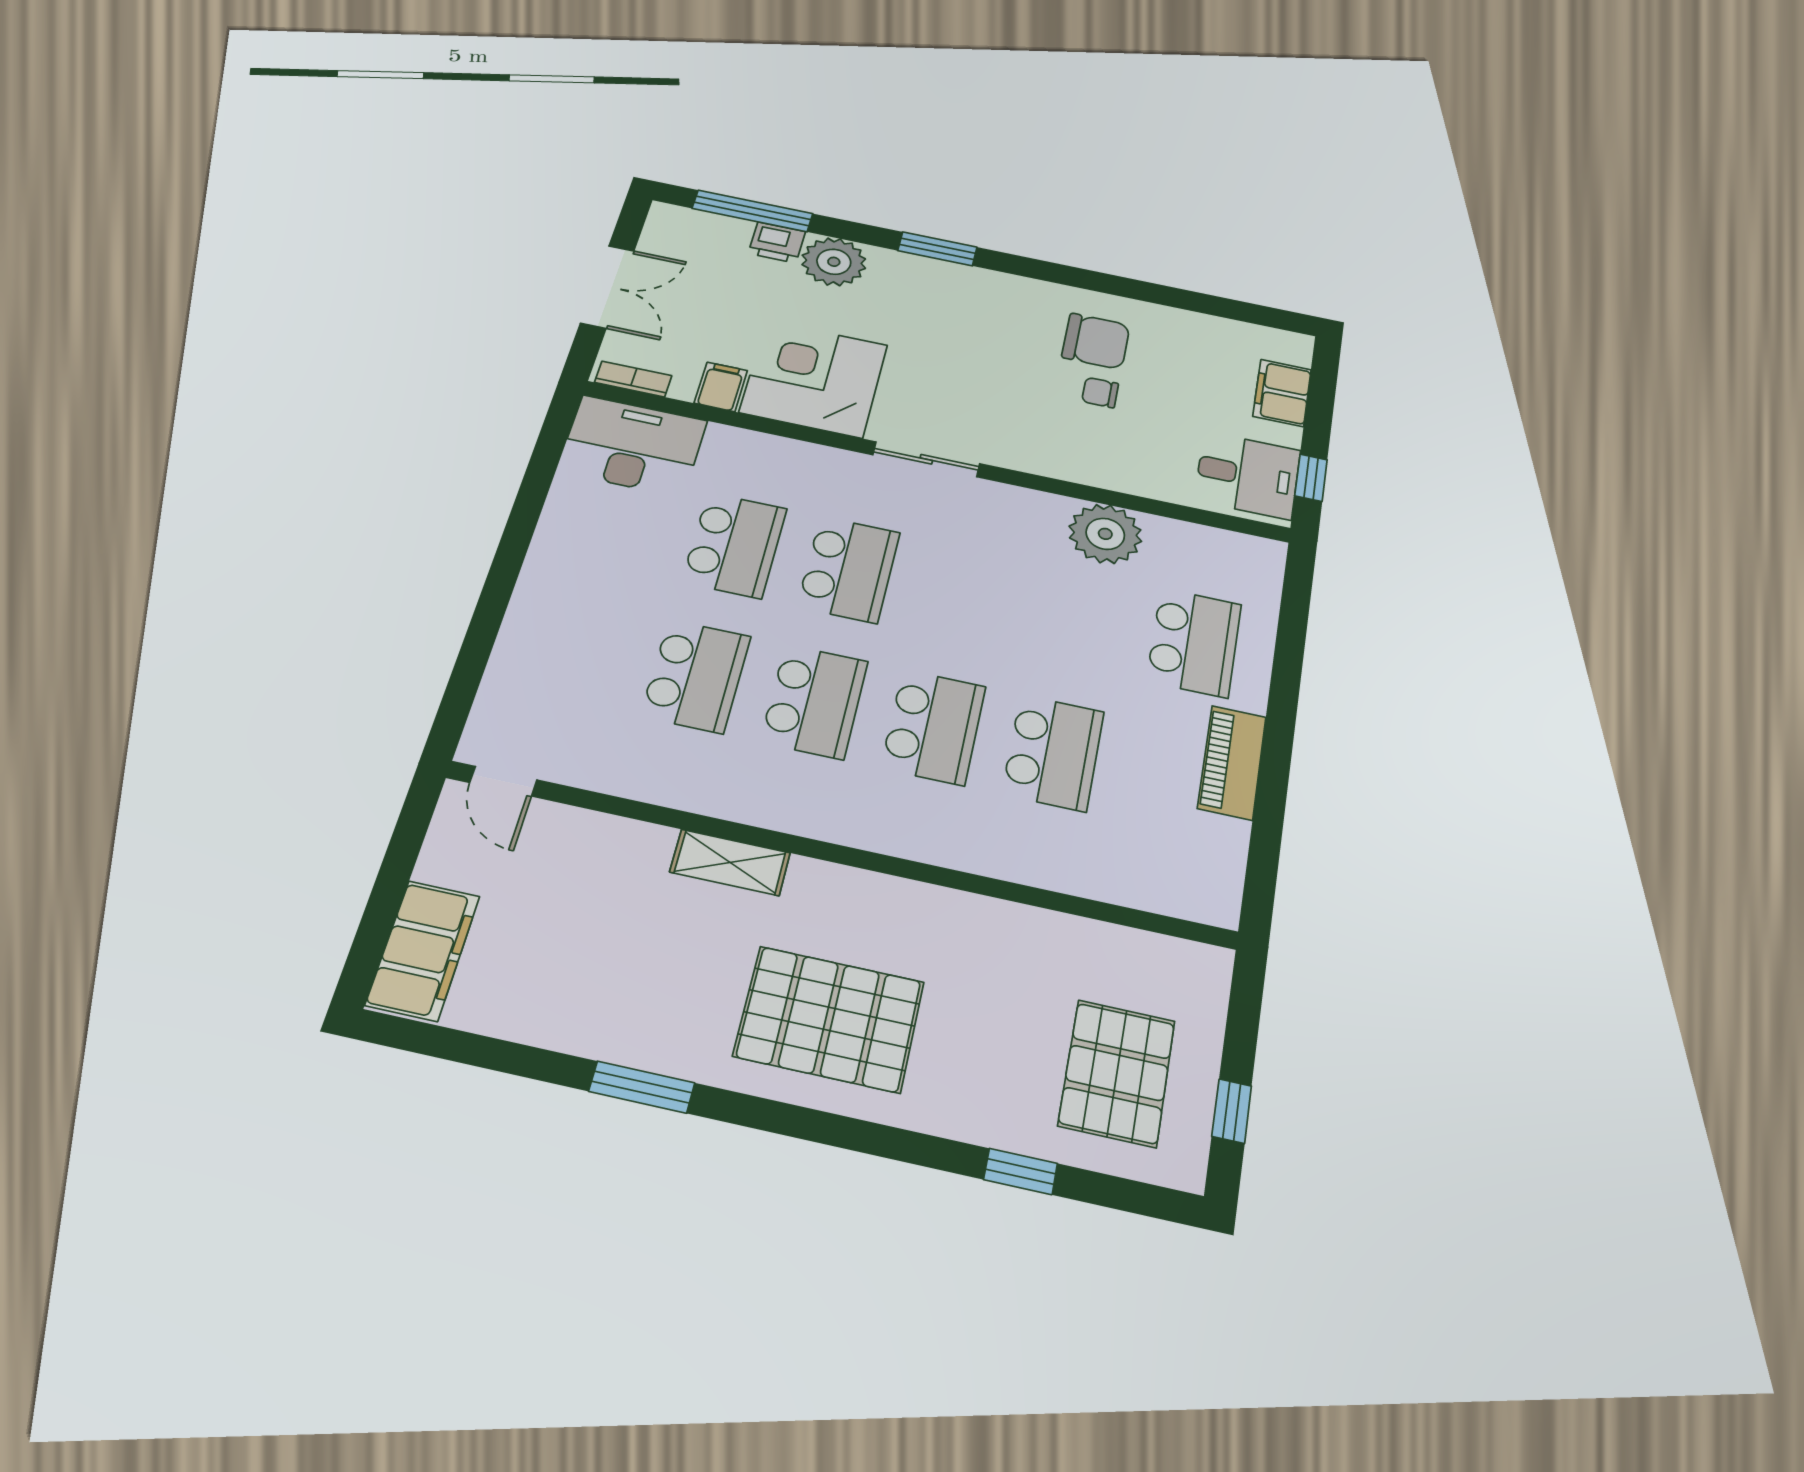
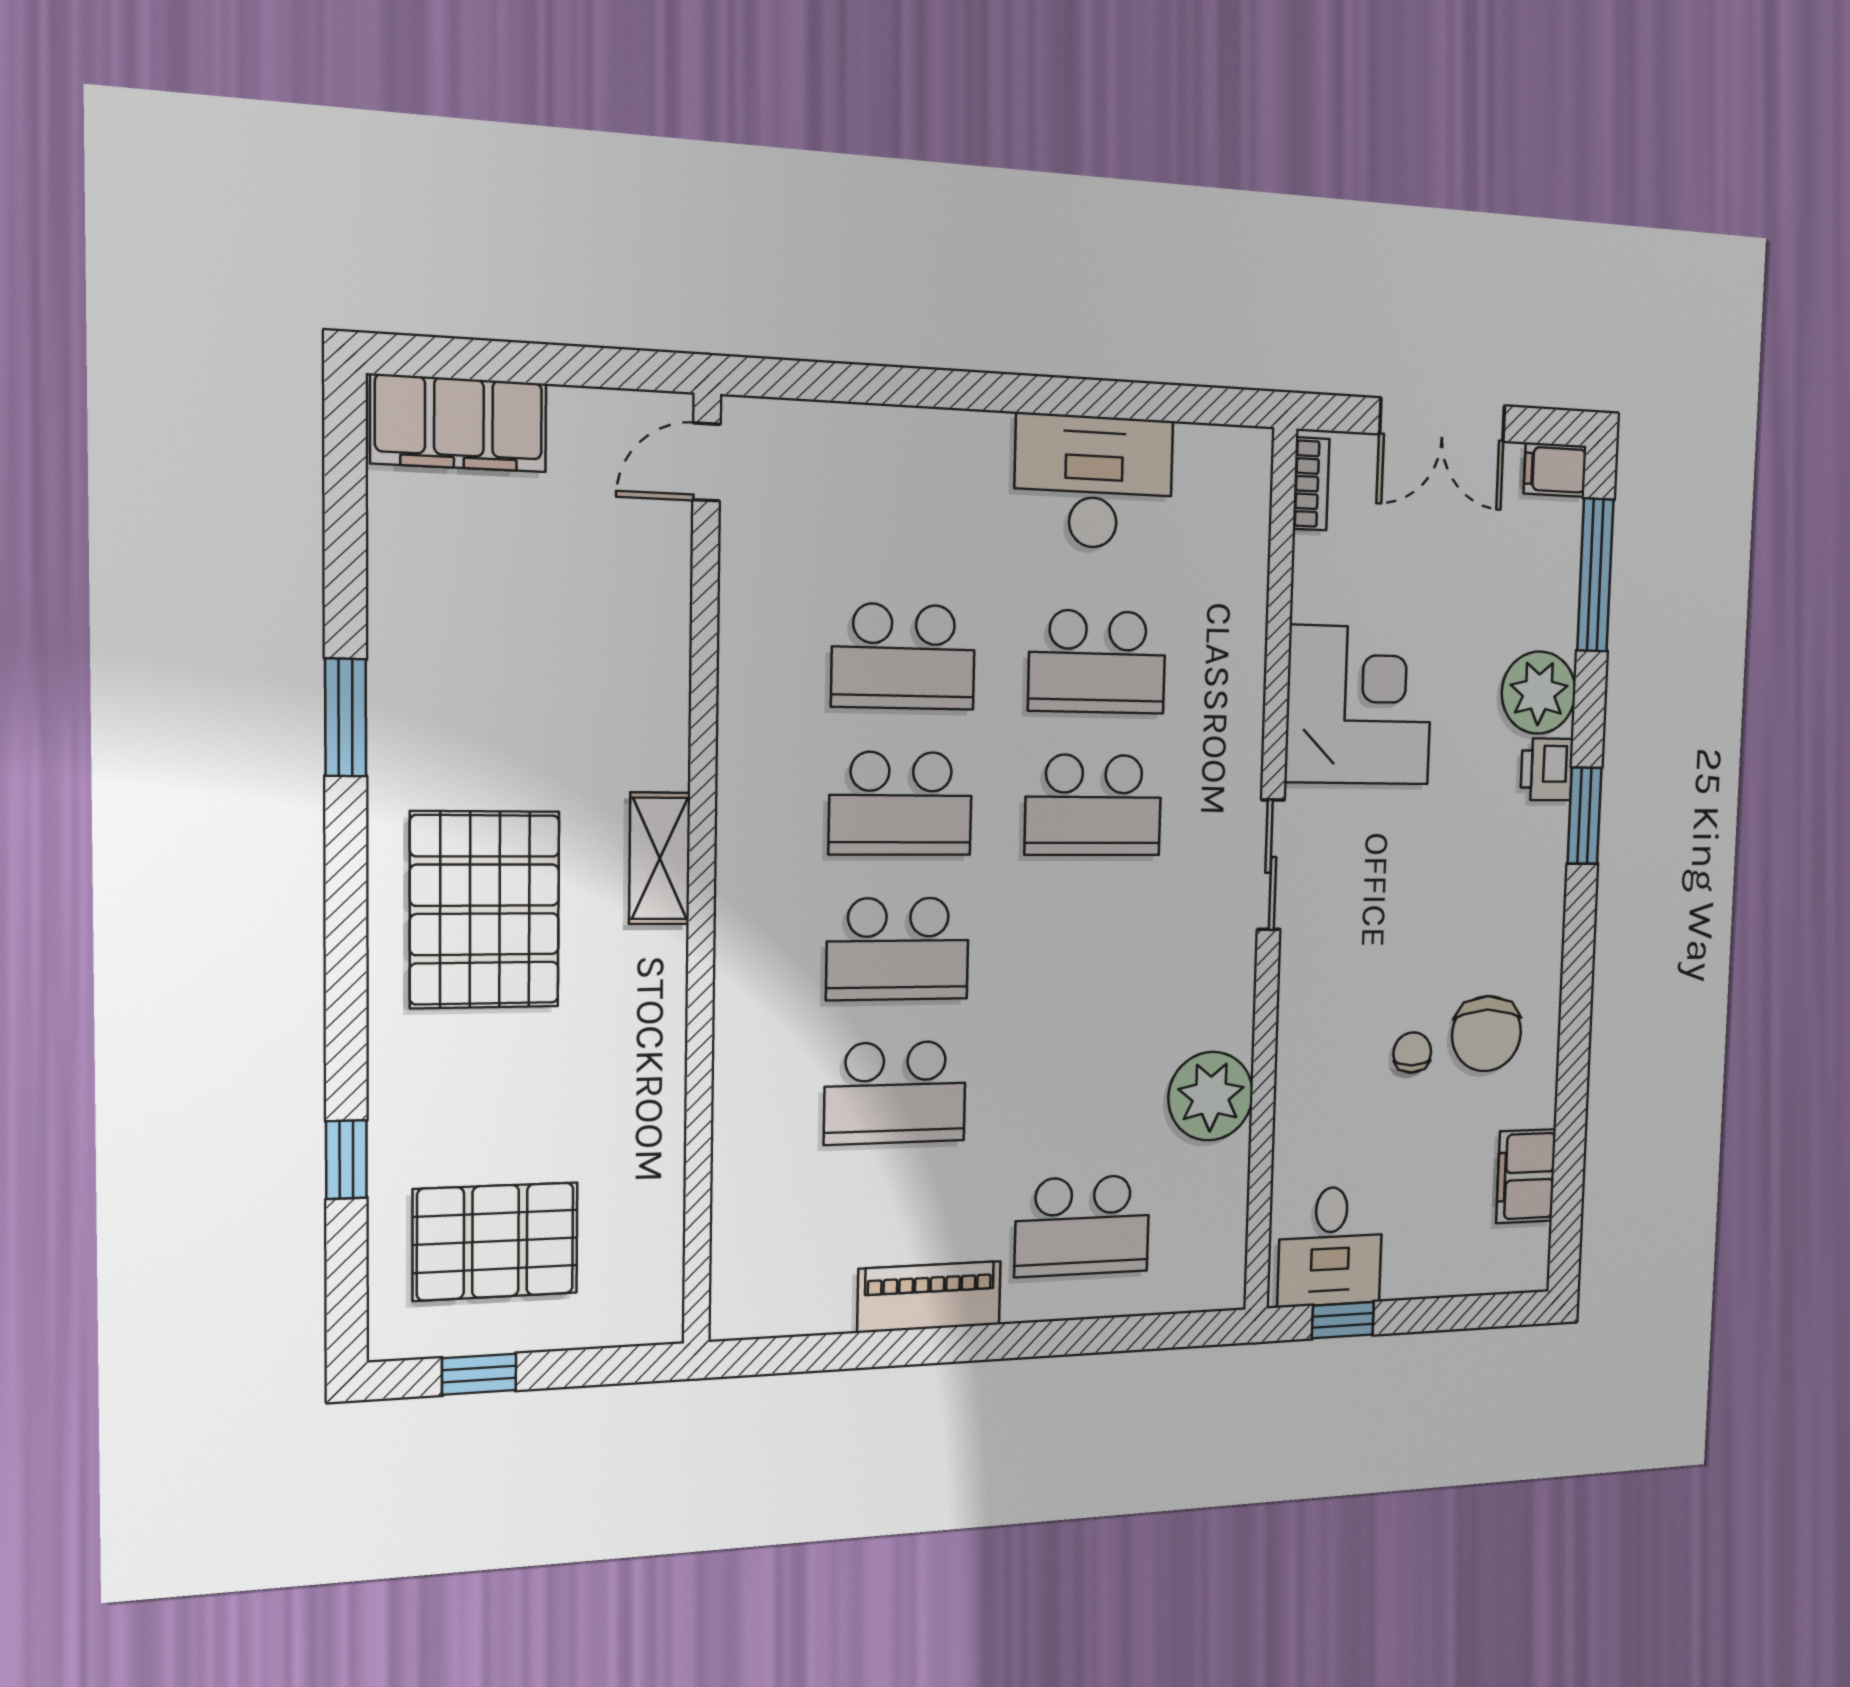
printer: (777, 242) -> (1547, 769), moved
filing cabinet: (721, 387) -> (1555, 470), moved, turned 180
filing cabinet: (1282, 393) -> (1526, 1176), moved, turned -90
desk: (632, 446) -> (1094, 482), moved, turned -90
shelving: (730, 862) -> (660, 858), moved

